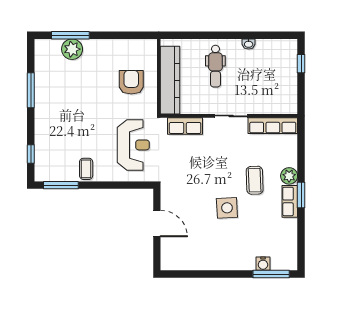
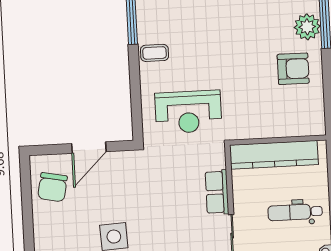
armchair: (131, 82) -> (293, 69), moved
row of seats: (185, 126) -> (217, 192), moved
chair: (186, 253) -> (53, 187), added

